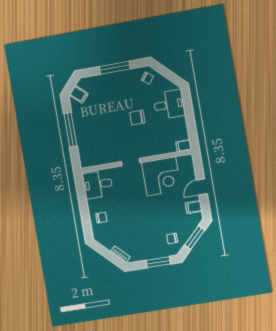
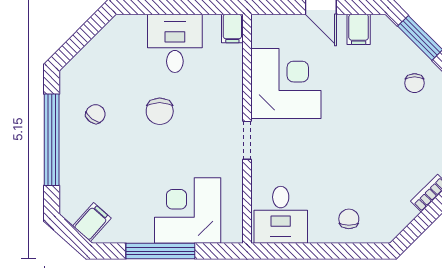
window: (115, 68) -> (52, 140), width x1.46
chair: (147, 78) -> (95, 114), moved
desk: (169, 105) -> (175, 43), moved
corner desk: (92, 139) -> (188, 211), added

